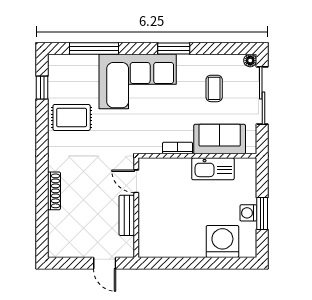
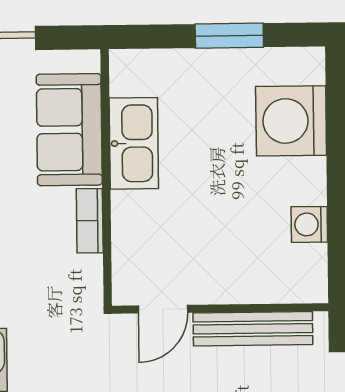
washing machine: (248, 213) -> (309, 224), moved, turned 90
bench: (127, 215) -> (253, 329), width x1.36

